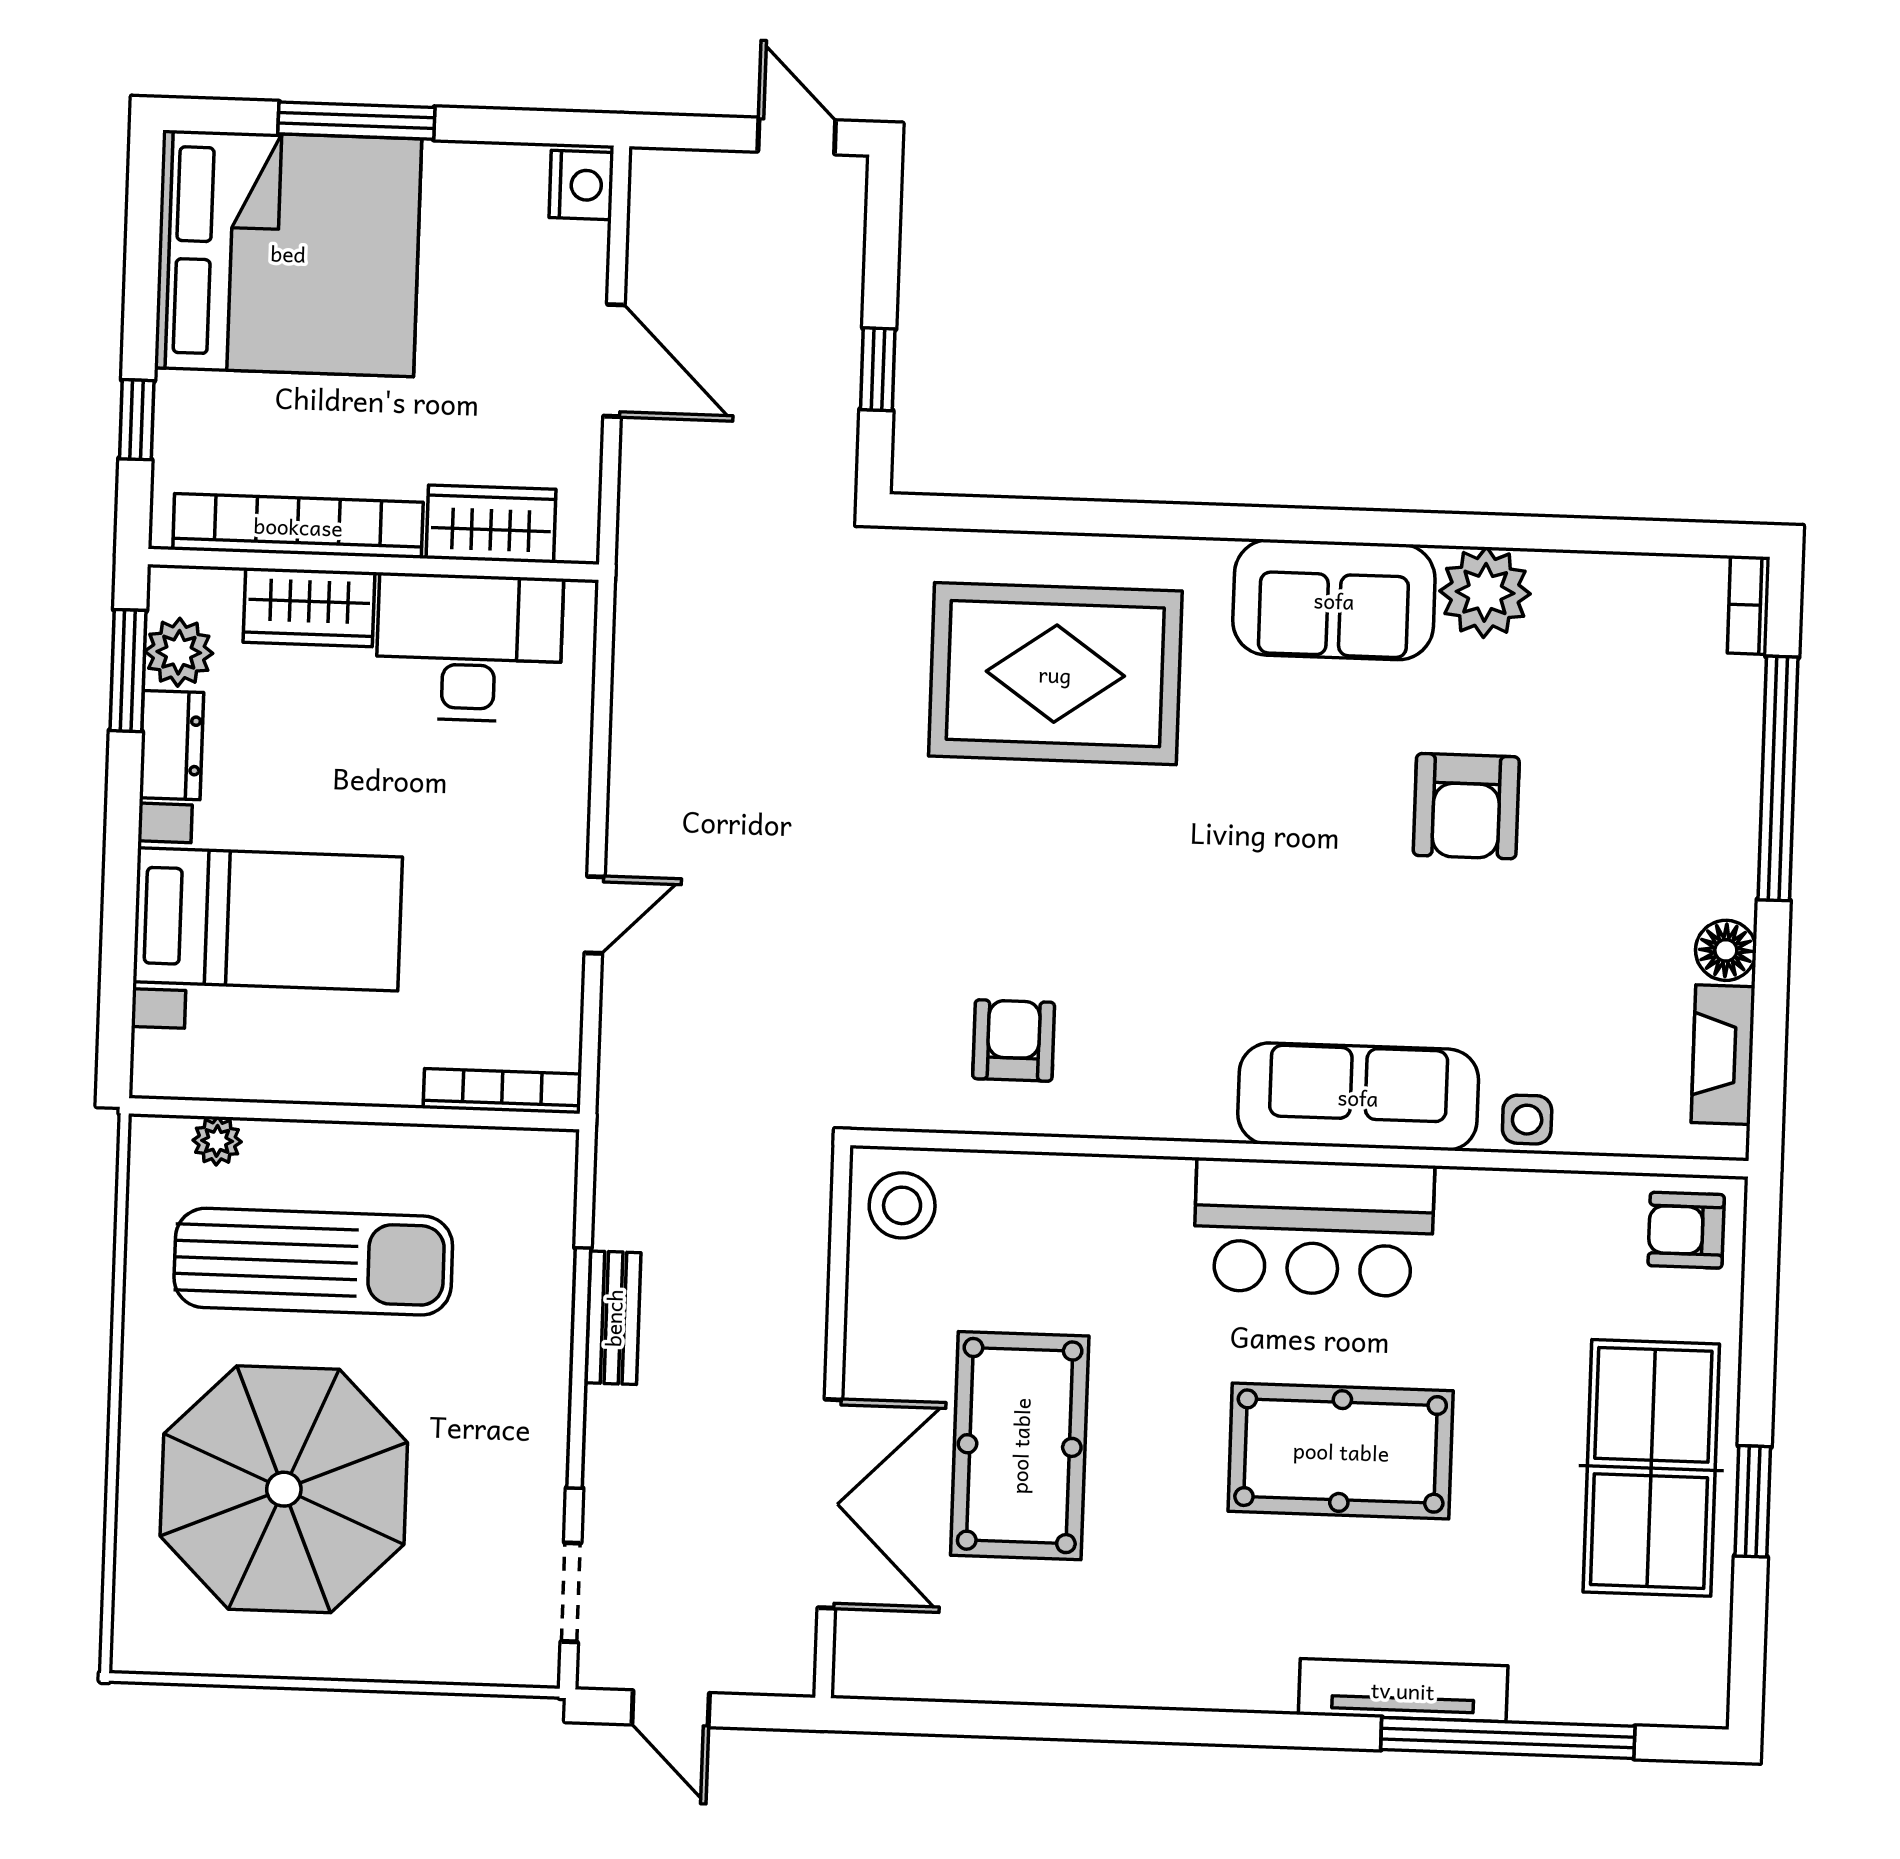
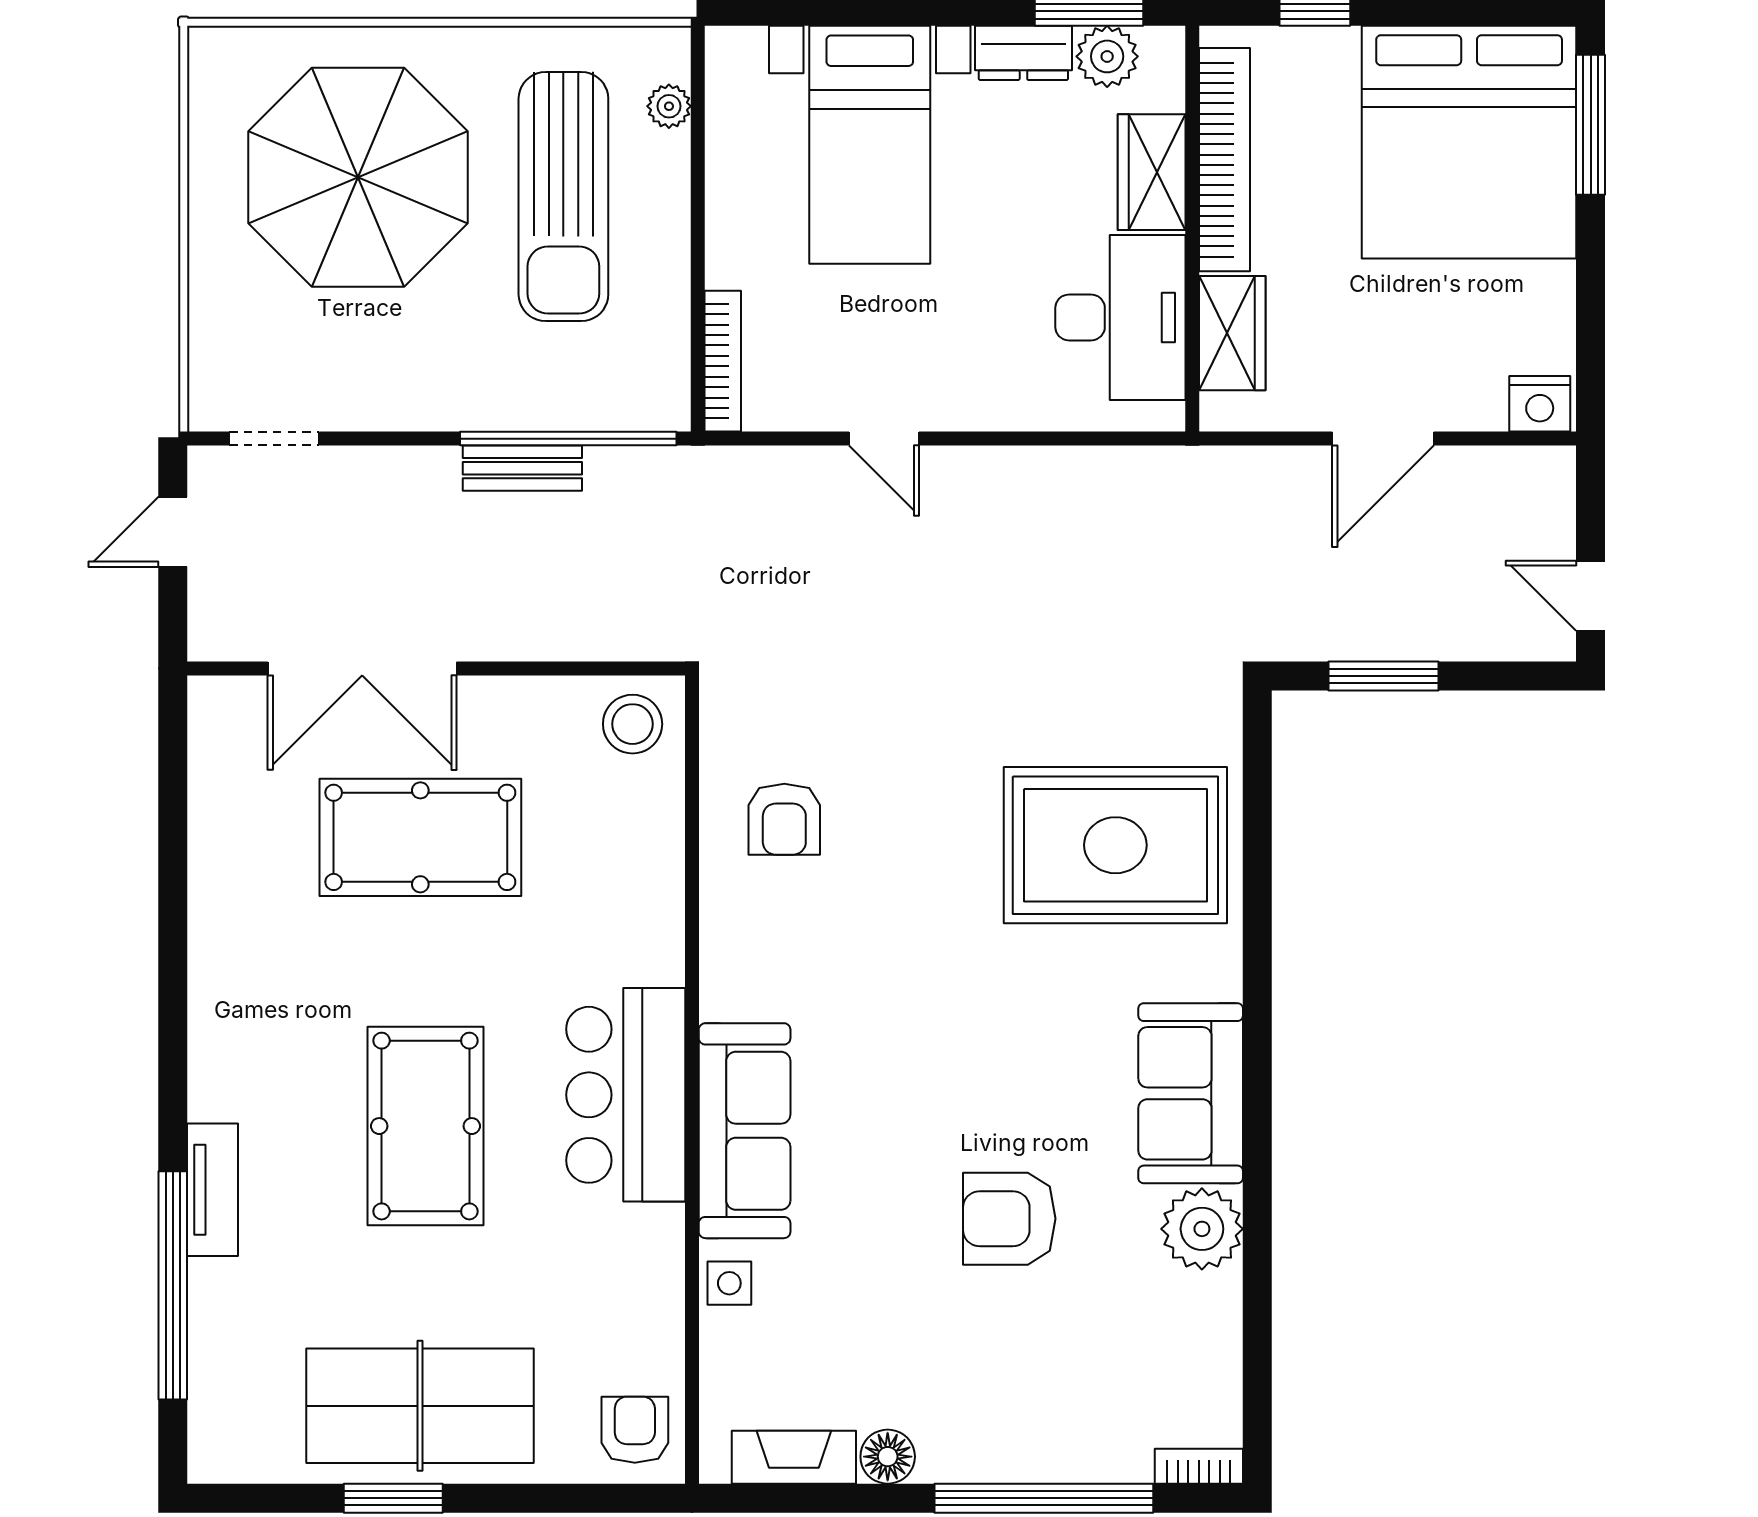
window: (356, 121) -> (1591, 125), moved
door: (797, 136) -> (1591, 596), swing flipped
window: (878, 369) -> (1383, 676), width x1.50
rug: (1055, 674) -> (1115, 845), turned 90
armchair: (1014, 1040) -> (784, 819), turned 90
window: (579, 1368) -> (568, 439), moved
tv unit: (1403, 1690) -> (212, 1190), width x0.71

